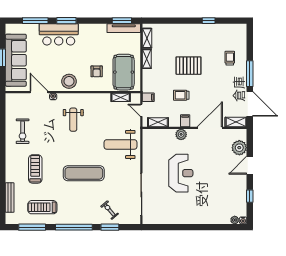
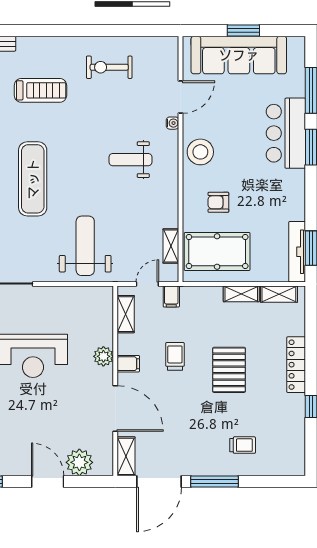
locker: (186, 29) -> (296, 365), added

